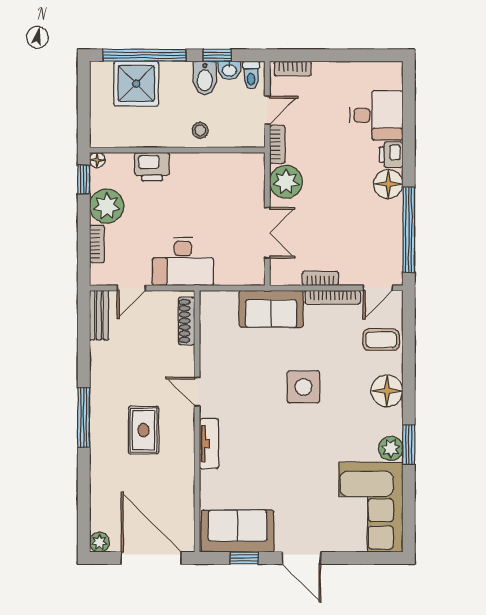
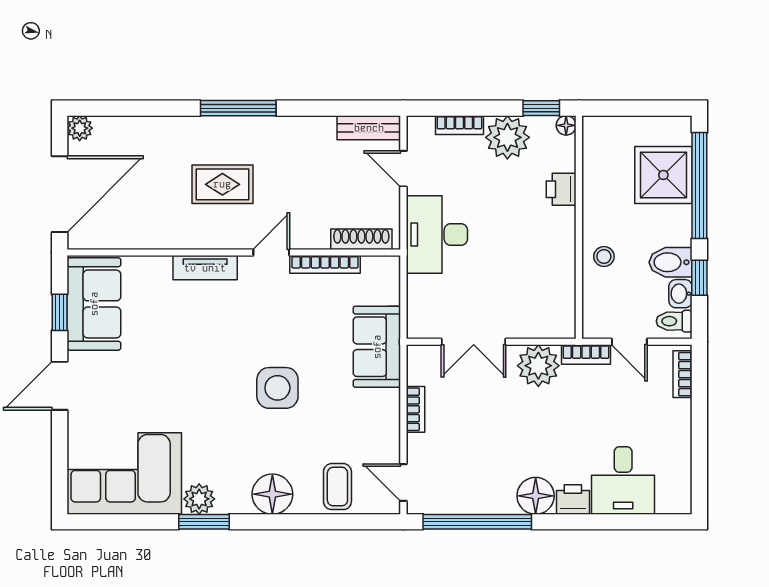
printer: (152, 167) -> (561, 189), width x0.73, depth x0.81
bookcase: (333, 297) -> (325, 264), moved, turned -90

